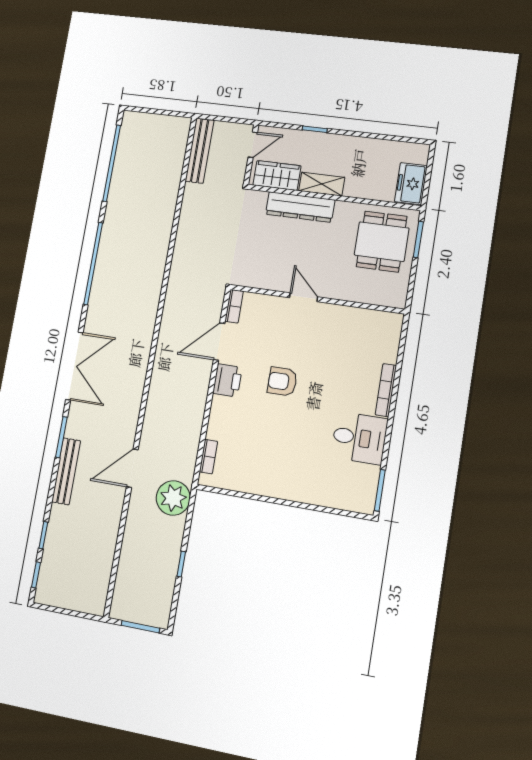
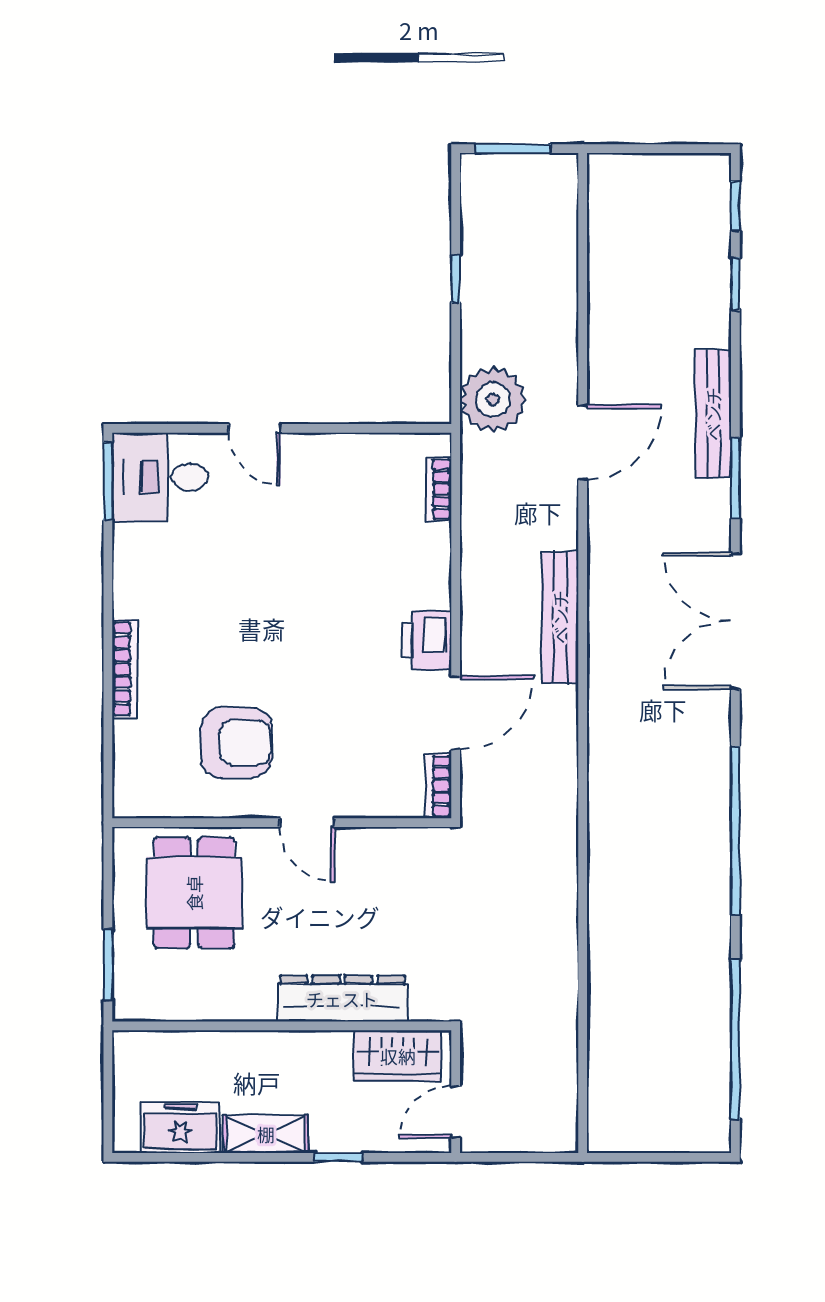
bench: (200, 151) -> (560, 617), moved
shelving: (322, 184) -> (266, 1134), moved
freezer: (411, 184) -> (180, 1127), moved, turned -90
dining table: (382, 242) -> (194, 893), moved
armchair: (282, 381) -> (237, 743), moved, width x1.38, depth x1.38
desk: (359, 438) -> (160, 477), moved
door: (298, 505) -> (255, 428), added

